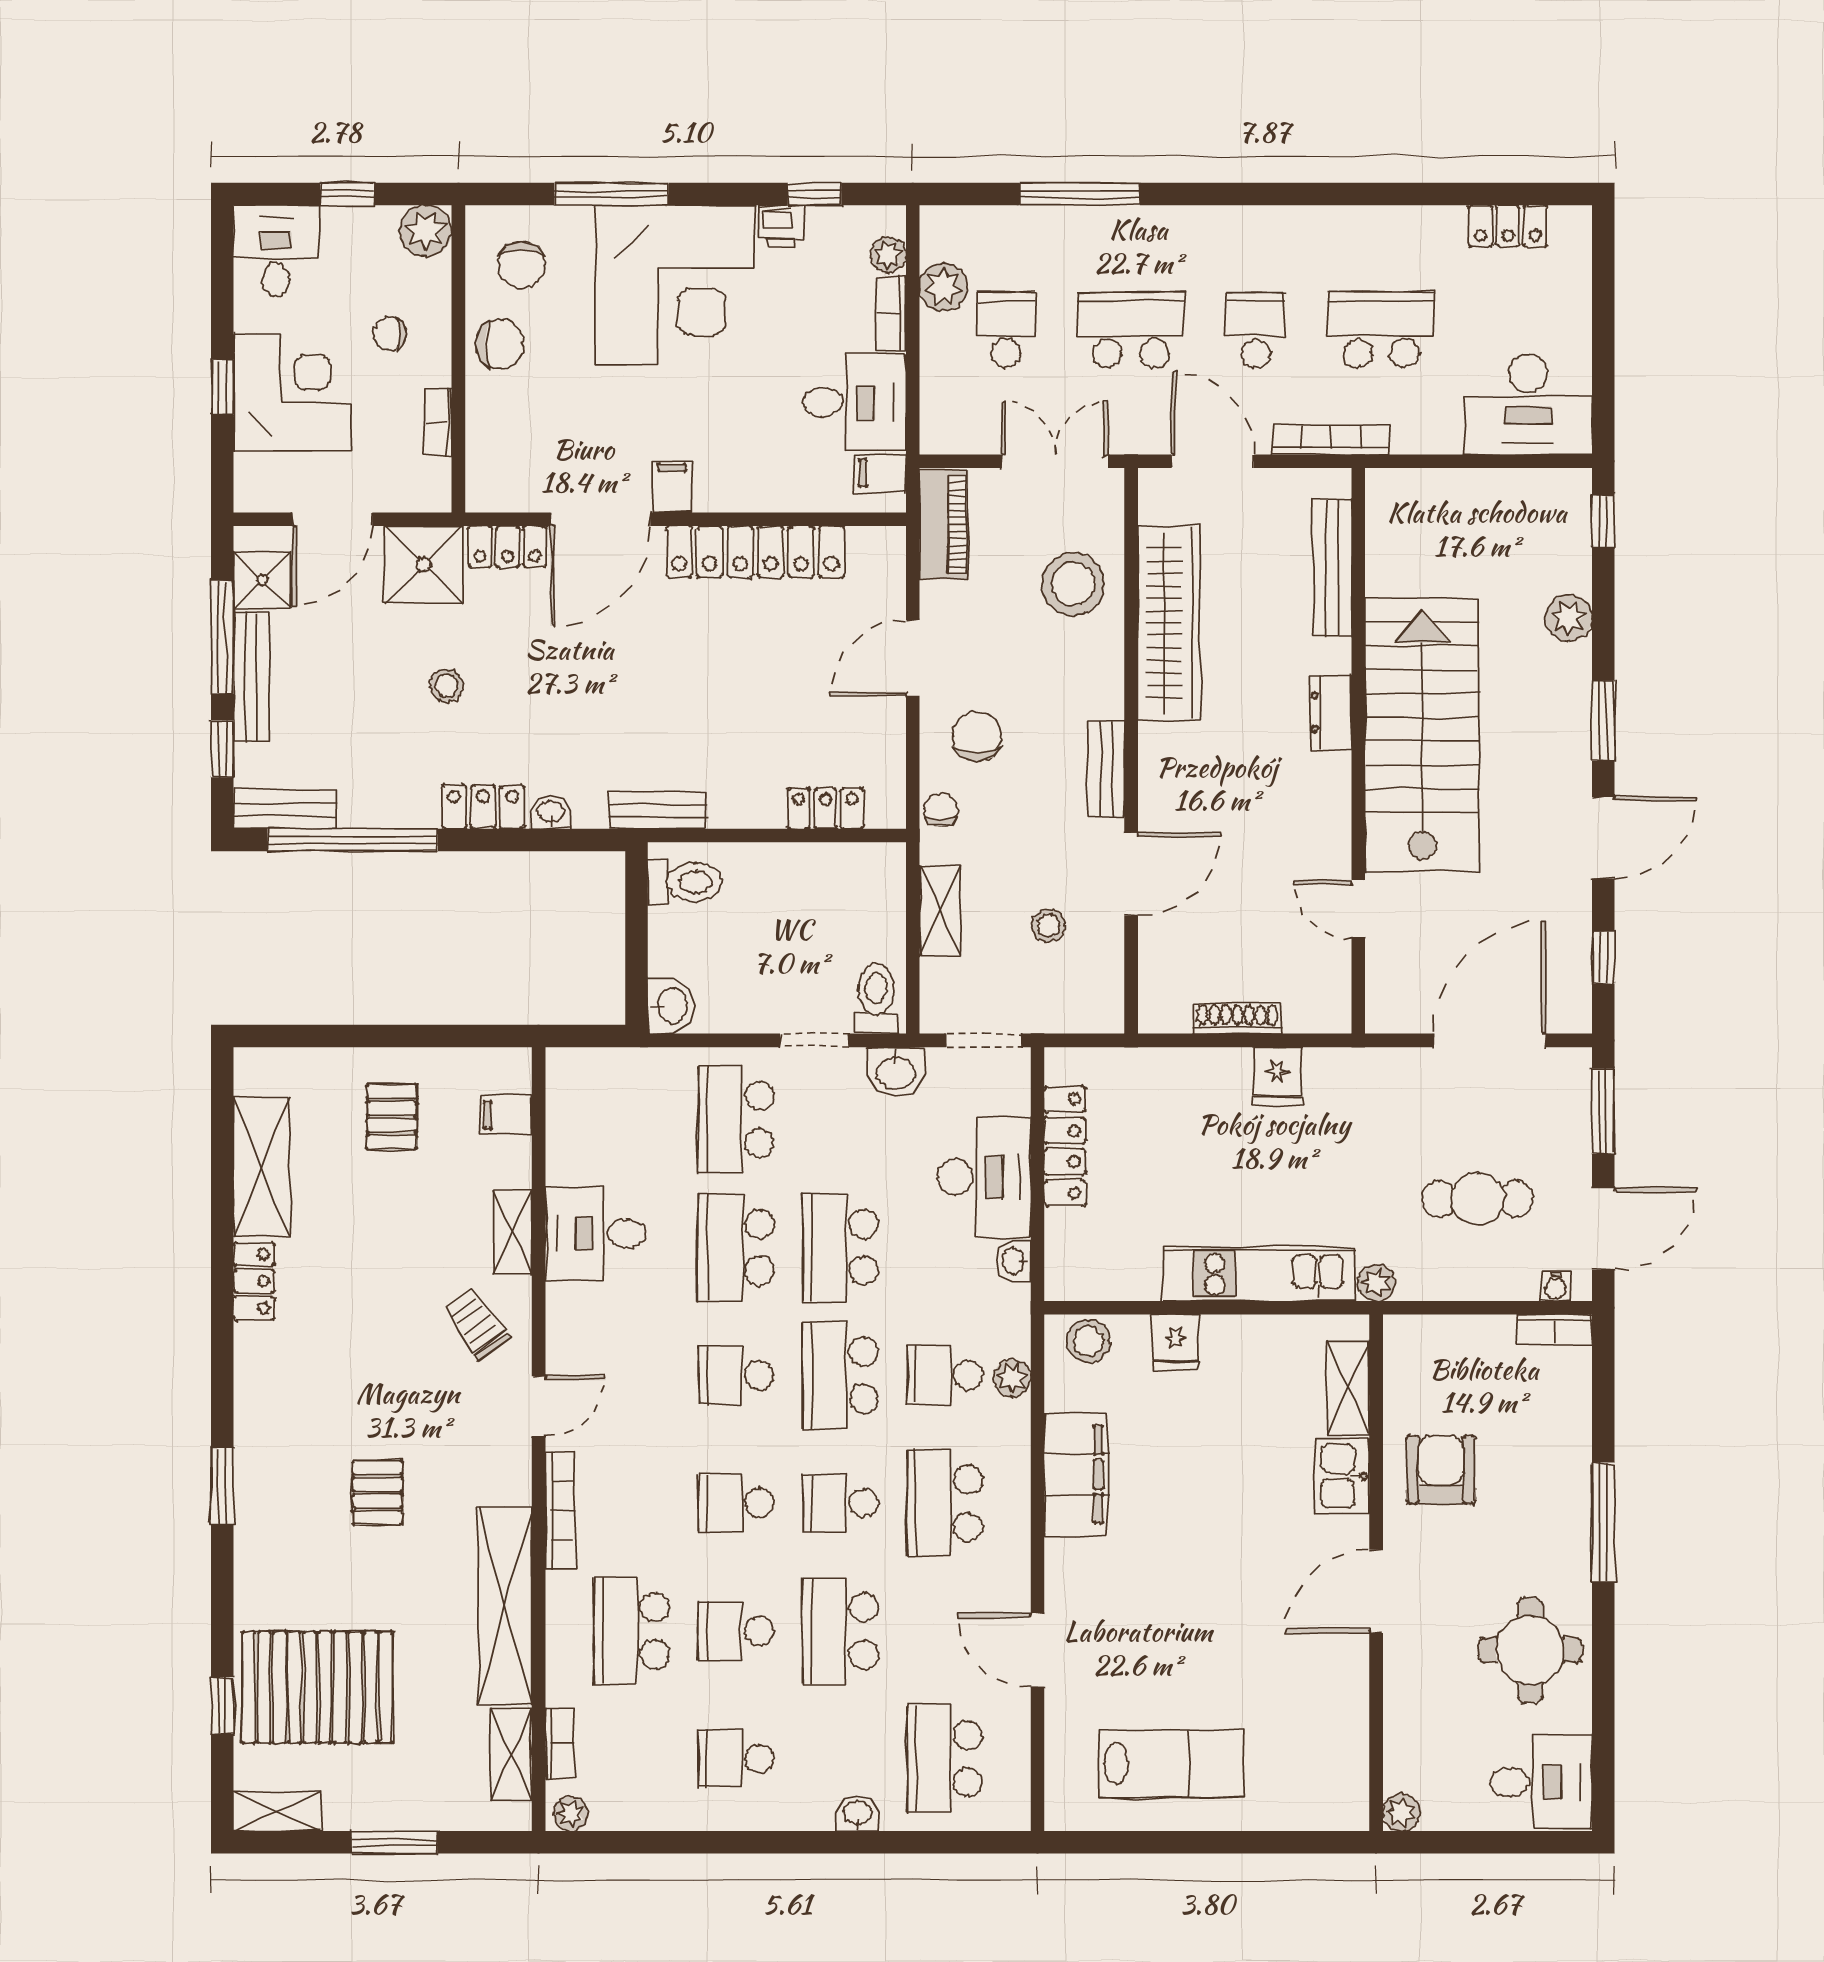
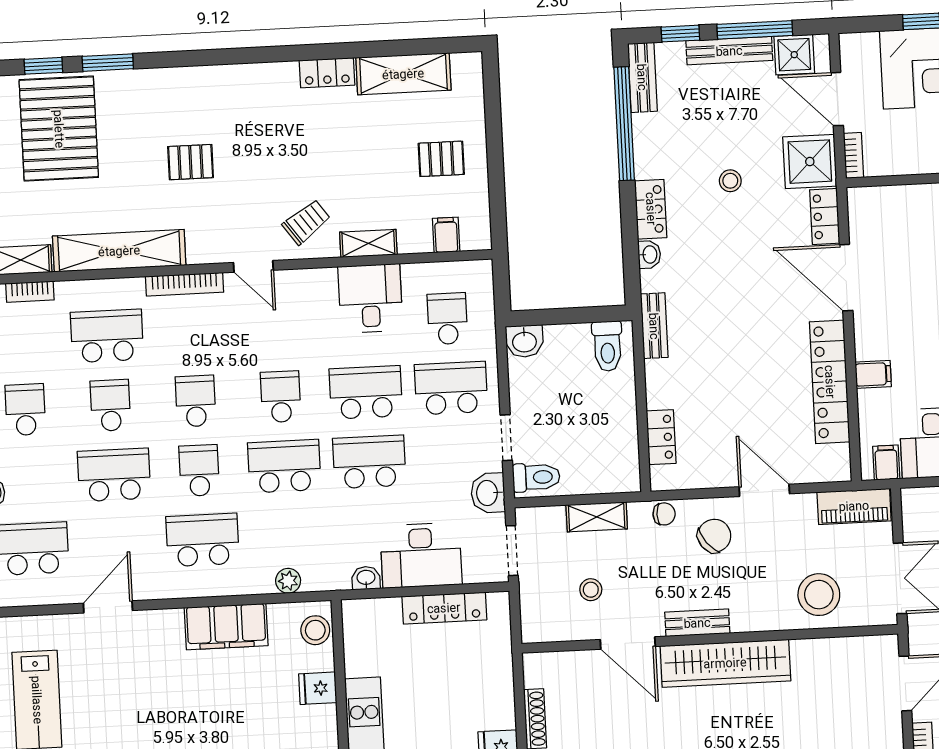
bookcase: (438, 422) -> (853, 155), moved, turned 90
filing cabinet: (672, 486) -> (873, 374), moved
wardrobe: (1169, 623) -> (725, 663), moved
chair: (977, 736) -> (714, 536), turned -38
school desk: (944, 1375) -> (447, 319), moved
window: (222, 1486) -> (108, 63), moved

